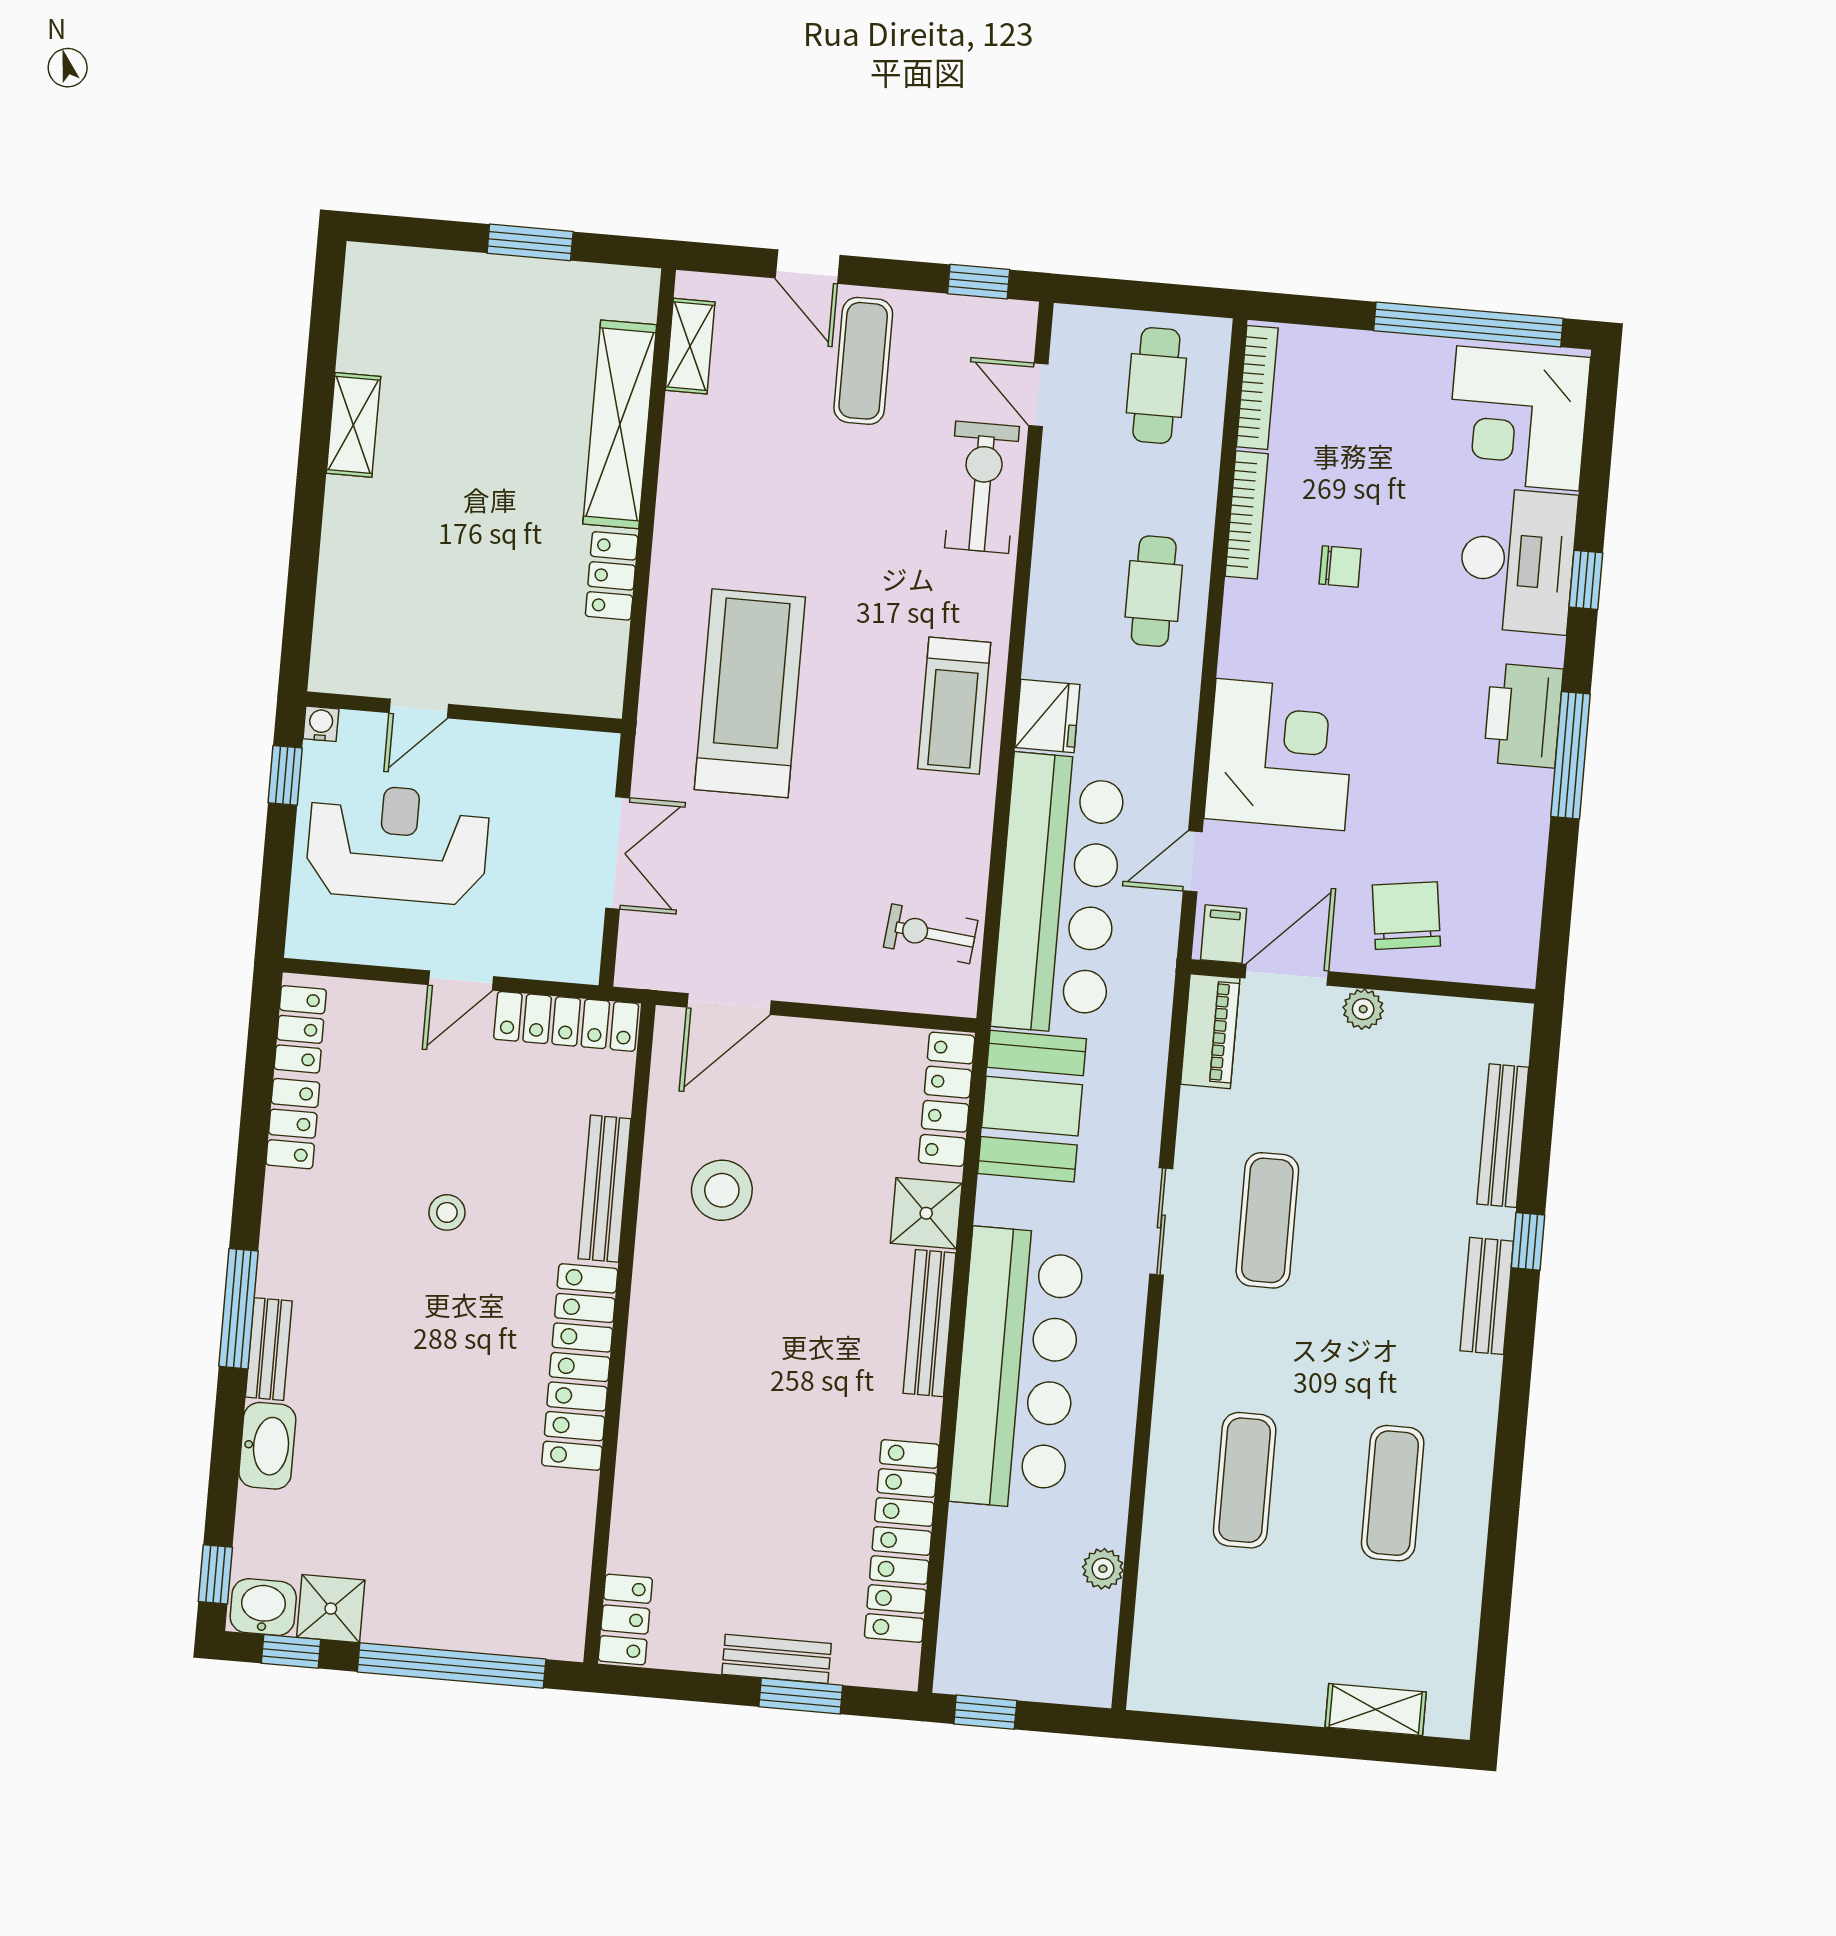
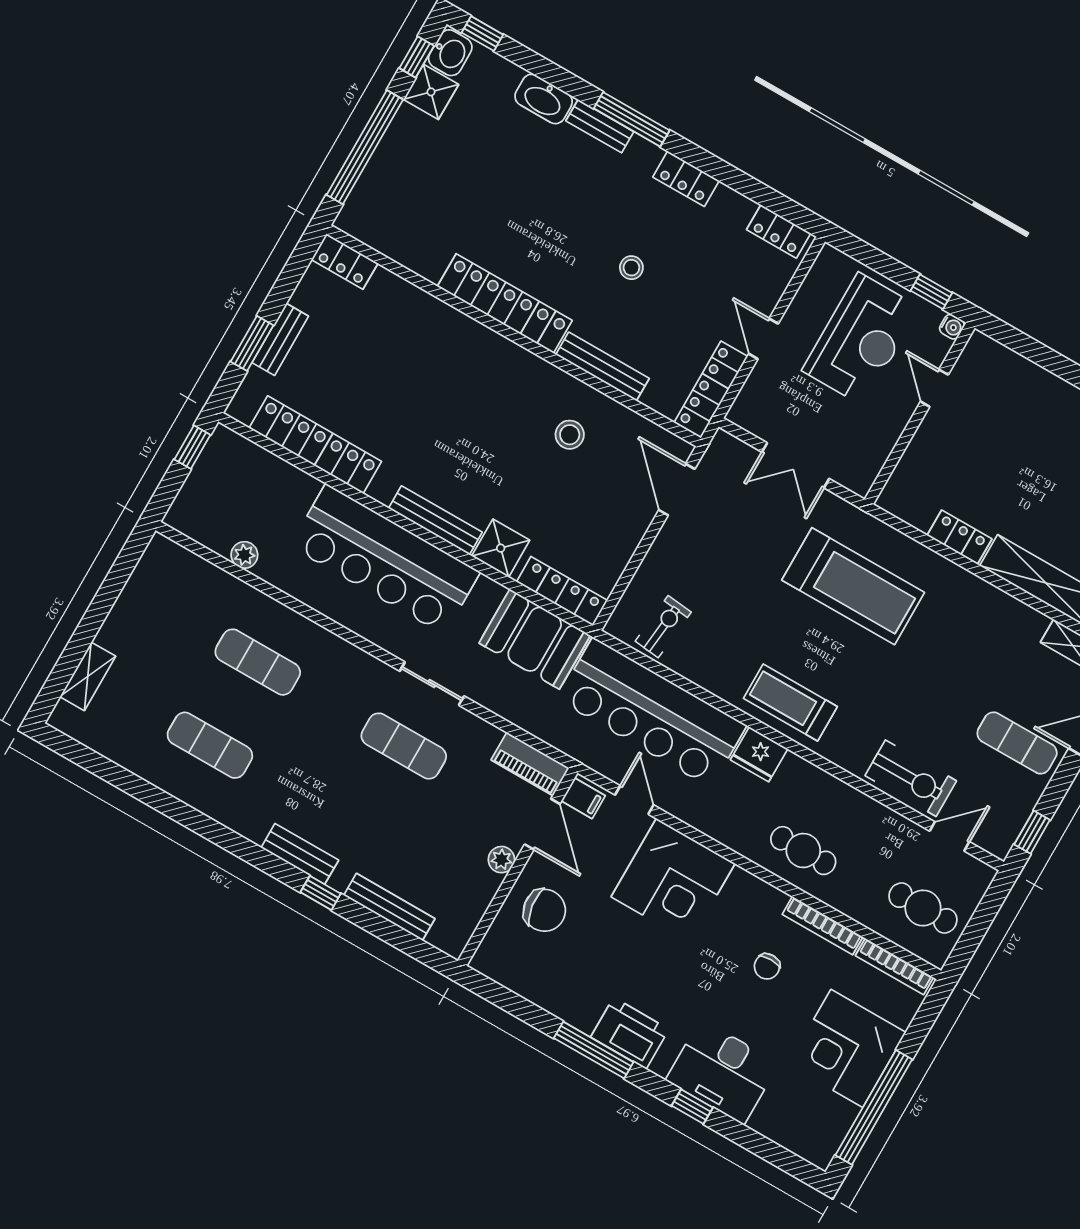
corner desk: (1518, 418) -> (847, 1048), moved, turned -90
locker: (293, 1124) -> (686, 179), moved
stool: (722, 1190) -> (570, 435), width x0.73, depth x0.73

